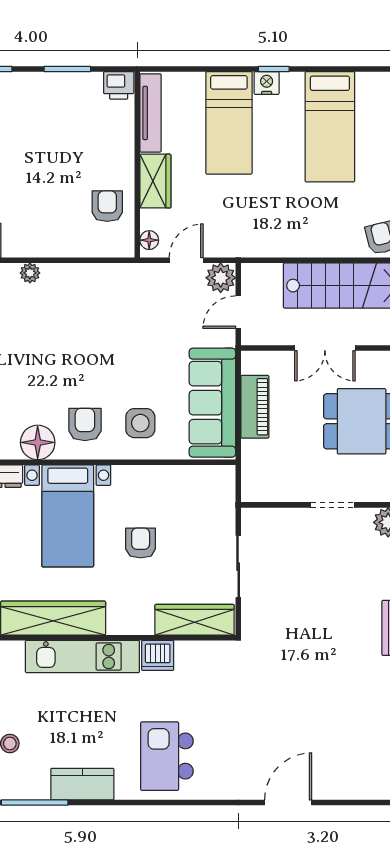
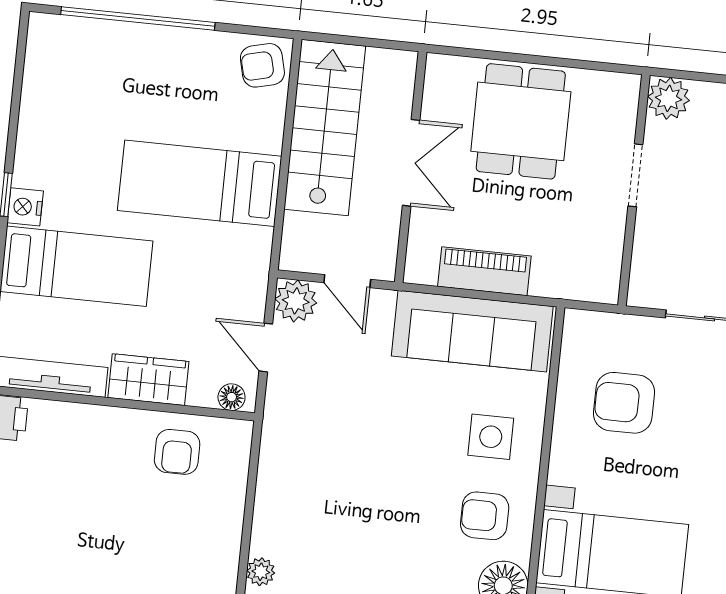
bed: (330, 127) -> (200, 183), moved, turned 180
armchair: (107, 206) -> (177, 452), turned -90
armchair: (141, 543) -> (624, 403), moved, width x1.38, depth x1.38

